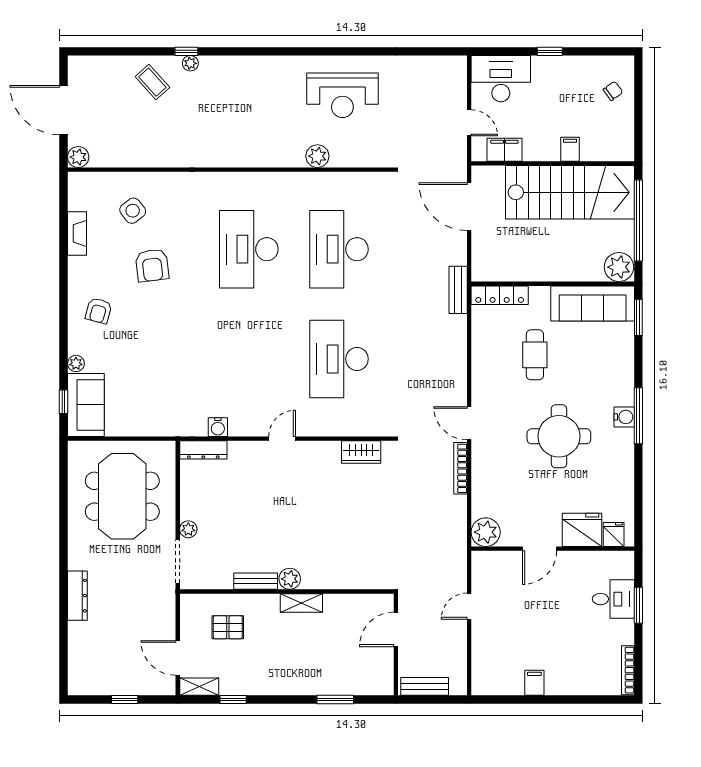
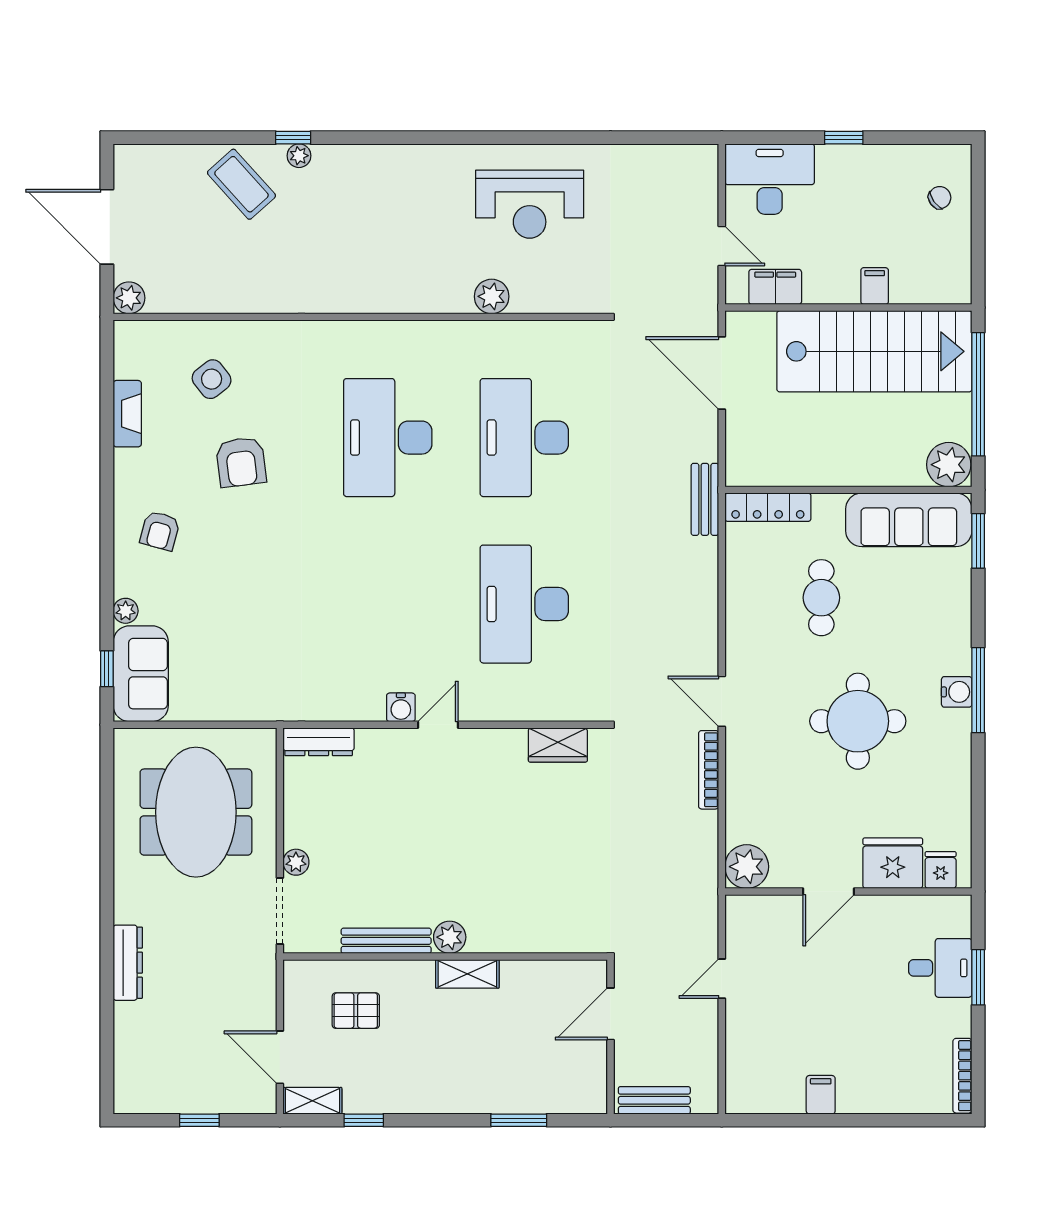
coffee table: (152, 82) -> (241, 184), width x1.36, depth x1.30
water cooler: (218, 427) -> (401, 707), moved
bench: (256, 581) -> (386, 941), width x1.36

